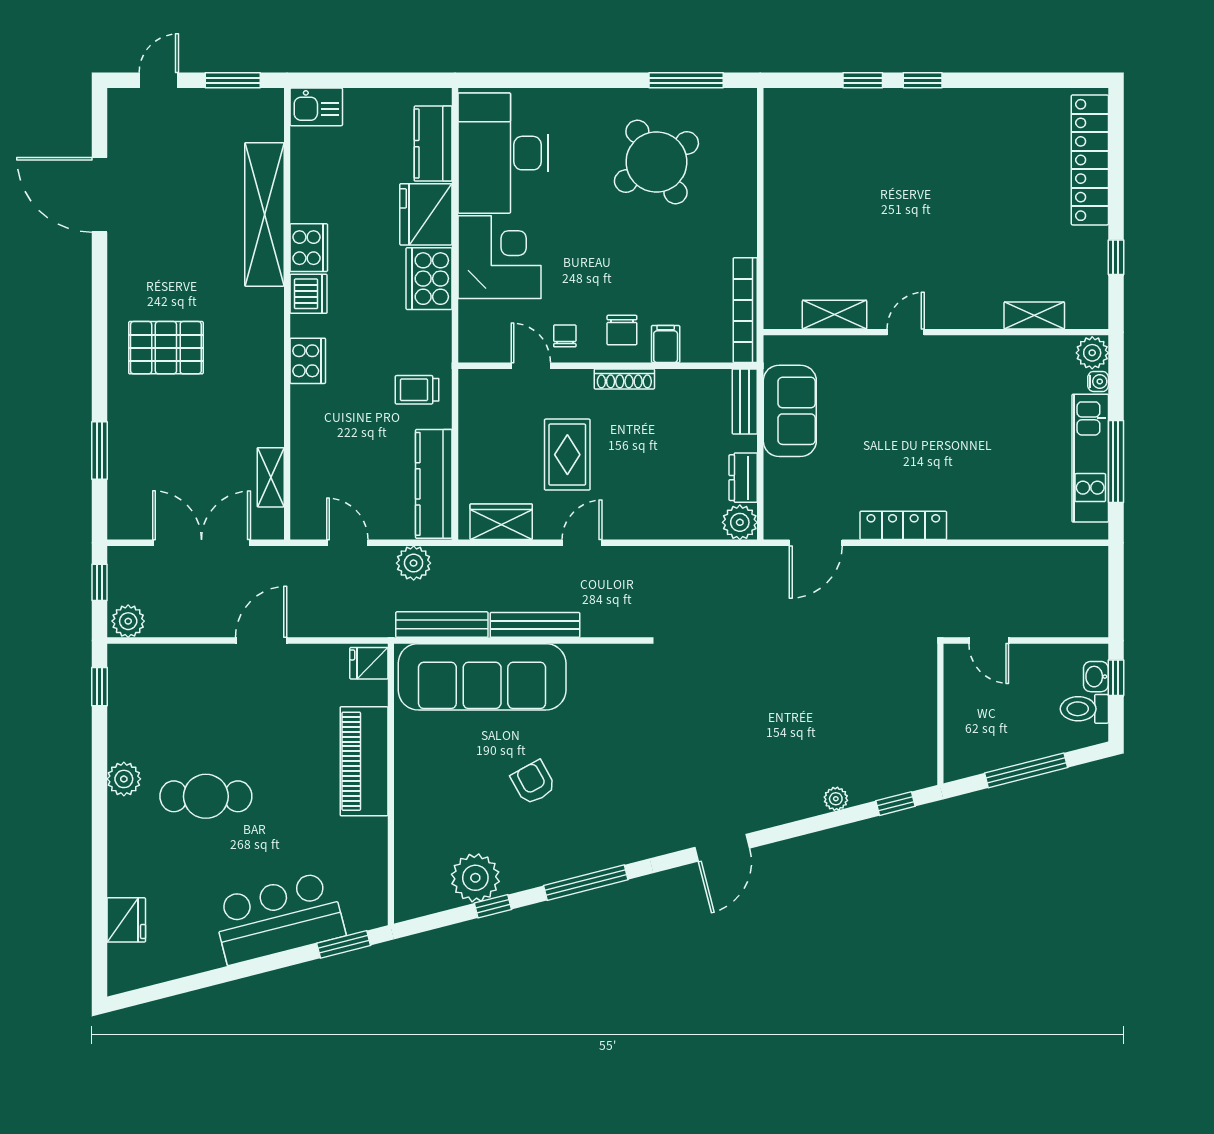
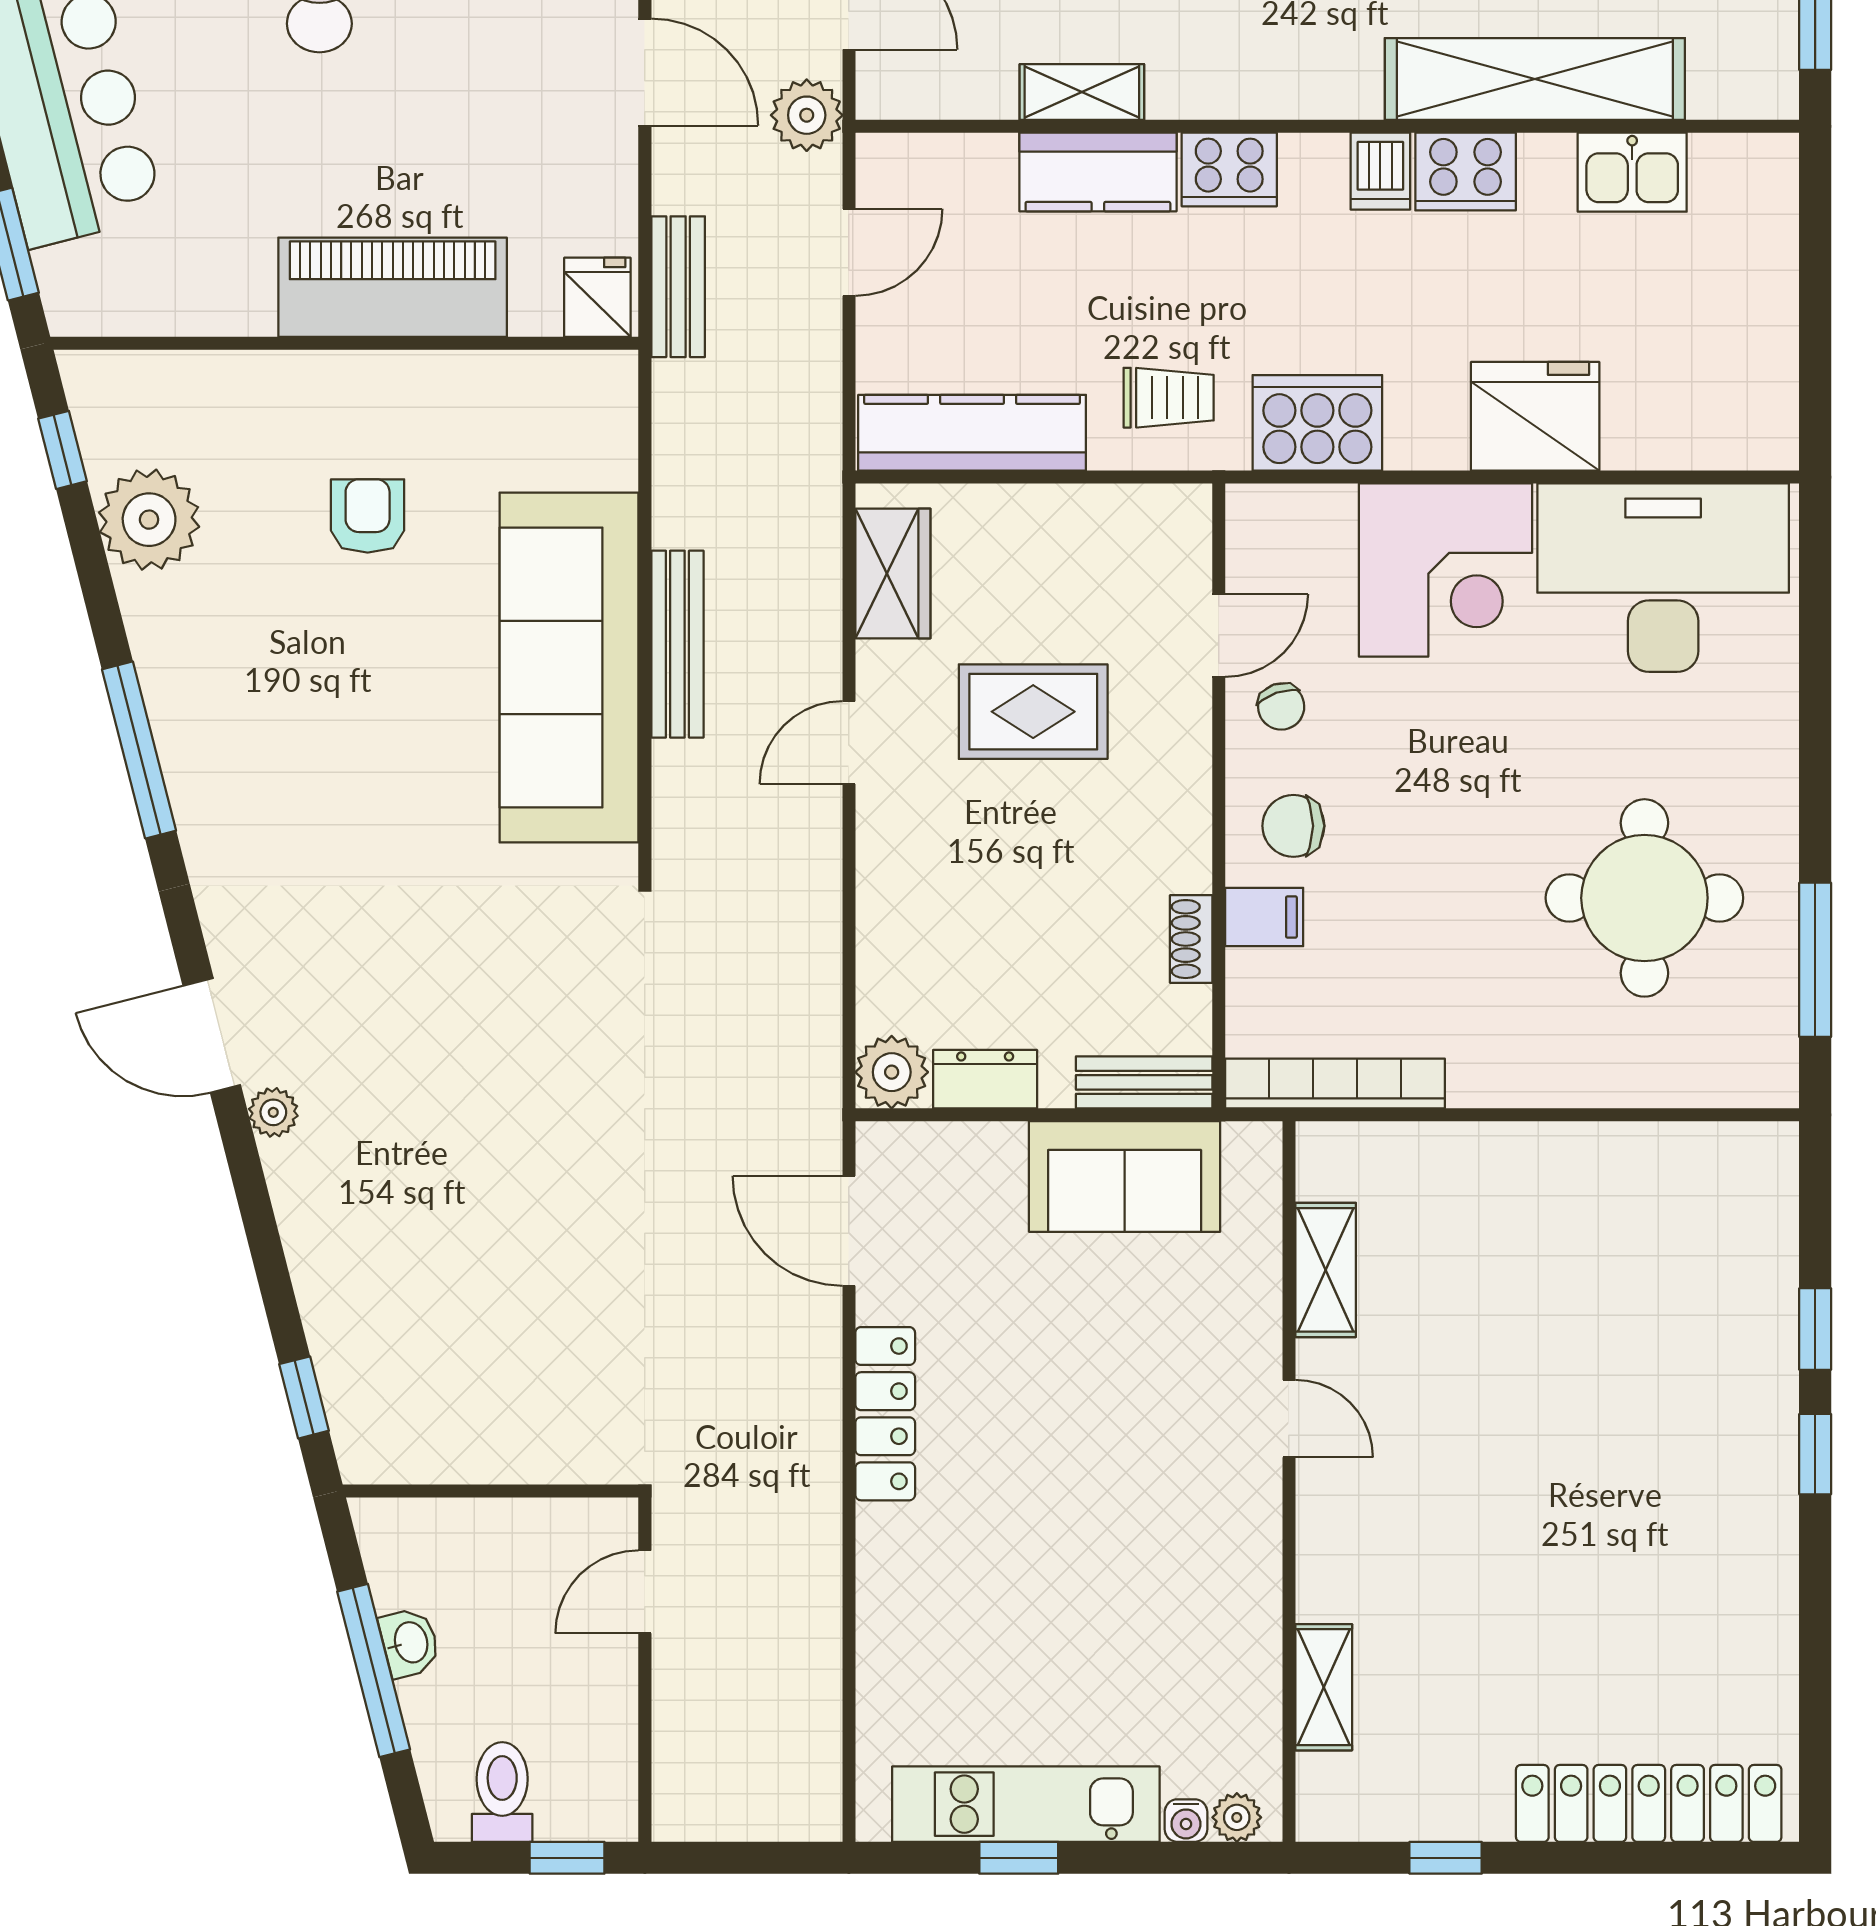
kitchen sink: (316, 107) -> (1632, 172), moved, turned -90
kitchen counter: (433, 144) -> (1098, 172), moved, turned 180
round table: (656, 162) -> (1644, 898), turned 32
cooker: (429, 279) -> (1317, 423), moved
dishwasher: (309, 294) -> (1380, 171), width x0.73
chair: (565, 336) -> (1281, 707), turned 71
plant: (1092, 353) -> (1237, 1817), width x0.73, depth x0.73
shoe rack: (624, 379) -> (1191, 939), moved, width x0.70
trolley: (417, 390) -> (1169, 398), turned 90
window: (1116, 461) -> (1019, 1858), width x0.46
shelving: (271, 477) -> (1082, 92), moved
door: (582, 543) -> (849, 743), swing flipped
plant: (414, 563) -> (807, 115), moved
bench: (442, 625) -> (678, 287), moved, width x0.73
sofa: (482, 677) -> (569, 668), moved
washbasin: (1096, 677) -> (410, 1643), moved, turned 76
armchair: (533, 782) -> (368, 516), moved, turned -61
plant: (836, 799) -> (273, 1112), moved
window: (493, 906) -> (63, 450), moved

